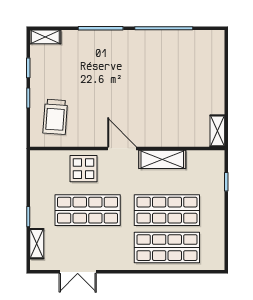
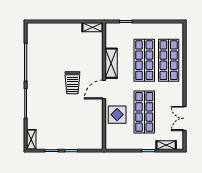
trolley: (55, 117) -> (72, 83), moved, turned 86
double door: (78, 272) -> (184, 118), swing flipped

